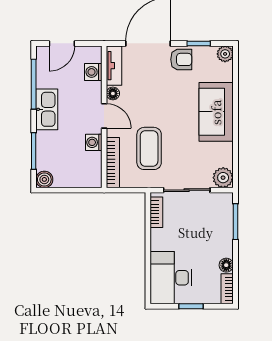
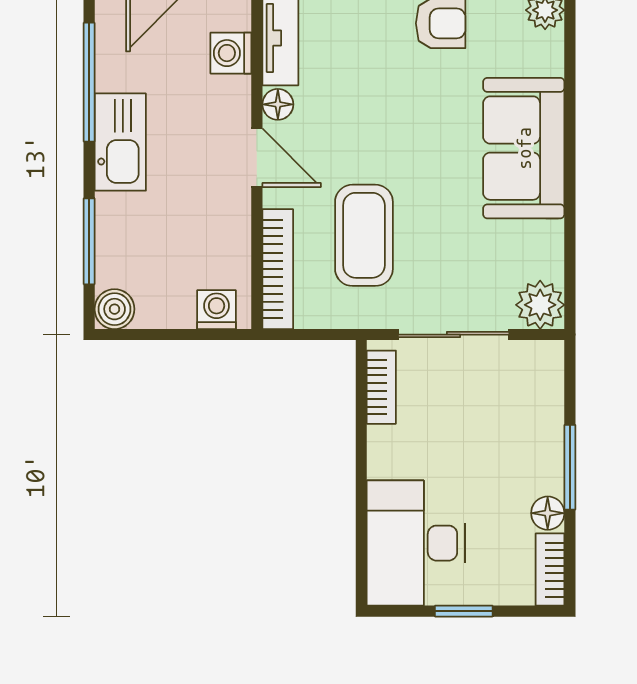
washing machine: (94, 142) -> (217, 310), moved, turned 90
window: (236, 222) -> (570, 467), moved

